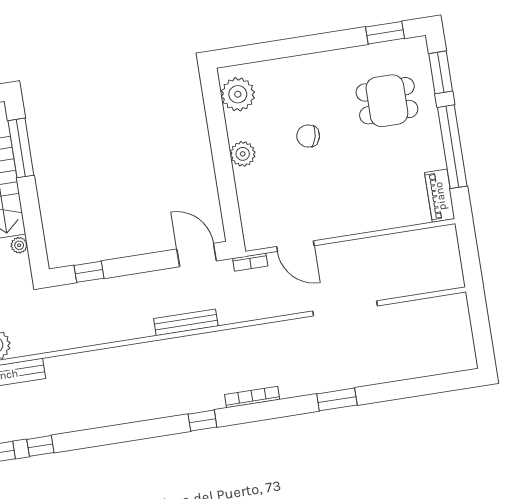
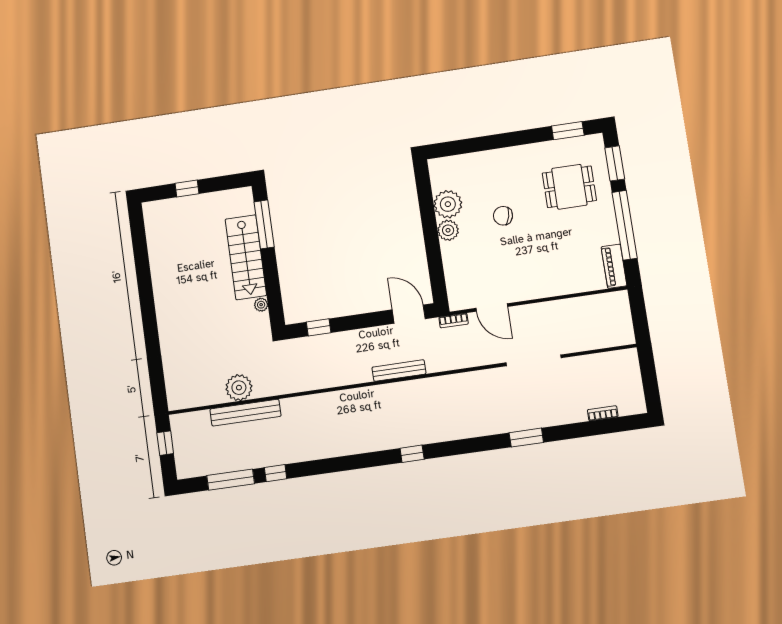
plant: (238, 94) -> (448, 204), moved
bookcase: (252, 397) -> (603, 413), moved, width x0.64

